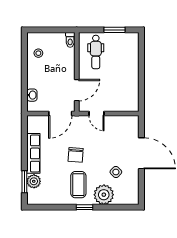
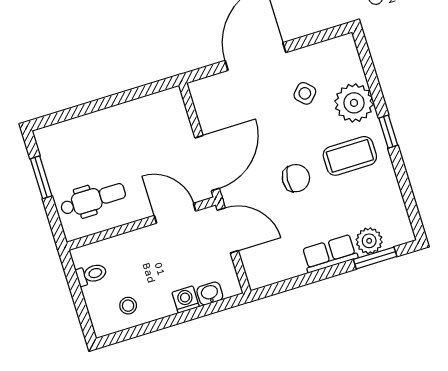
toilet: (70, 40) -> (91, 274), moved
washing machine: (33, 82) -> (186, 300), added
door: (96, 113) -> (207, 163), width x1.88
row of seats: (33, 153) -> (330, 254), width x0.68

